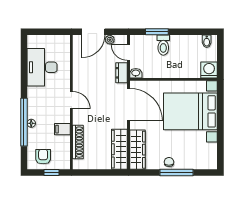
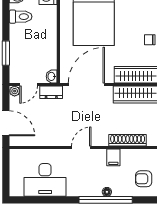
plant: (110, 40) -> (15, 91), moved
toilet: (163, 45) -> (21, 17), moved

